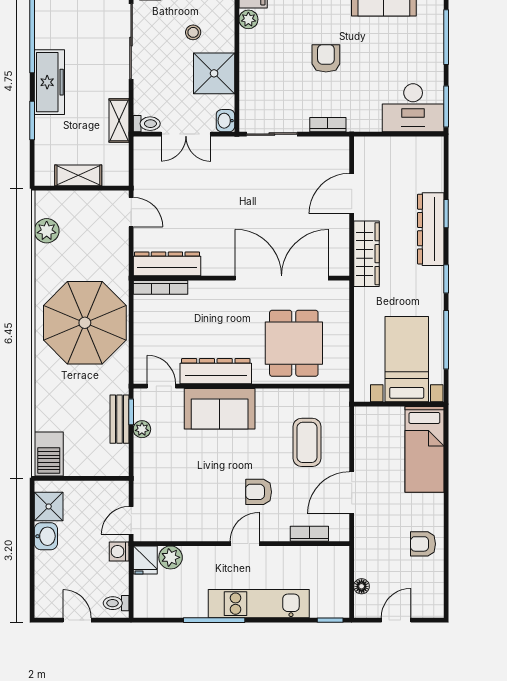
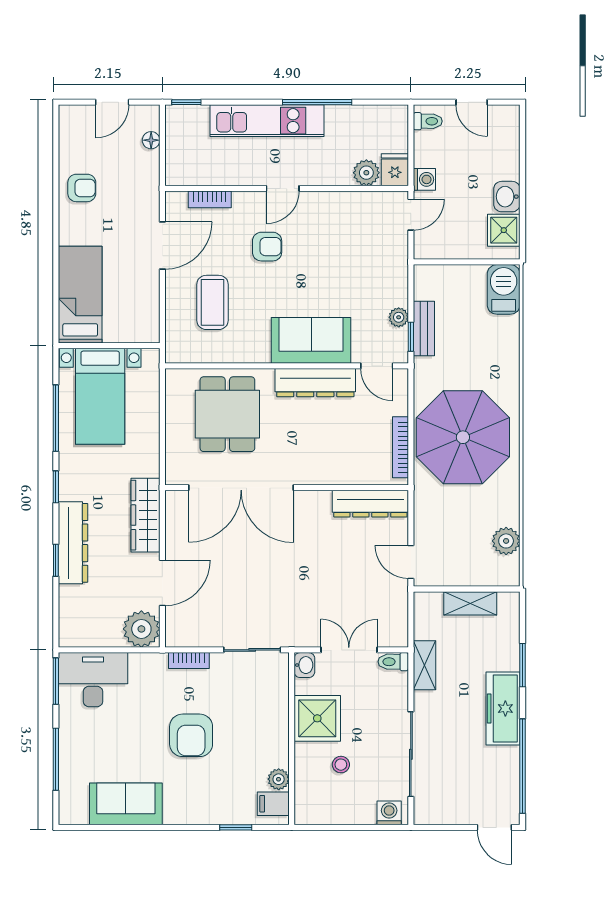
armchair: (326, 58) -> (191, 735), width x1.38, depth x1.38
plant: (370, 153) -> (141, 629), added
bookcase: (160, 287) -> (401, 447), moved, turned -90

